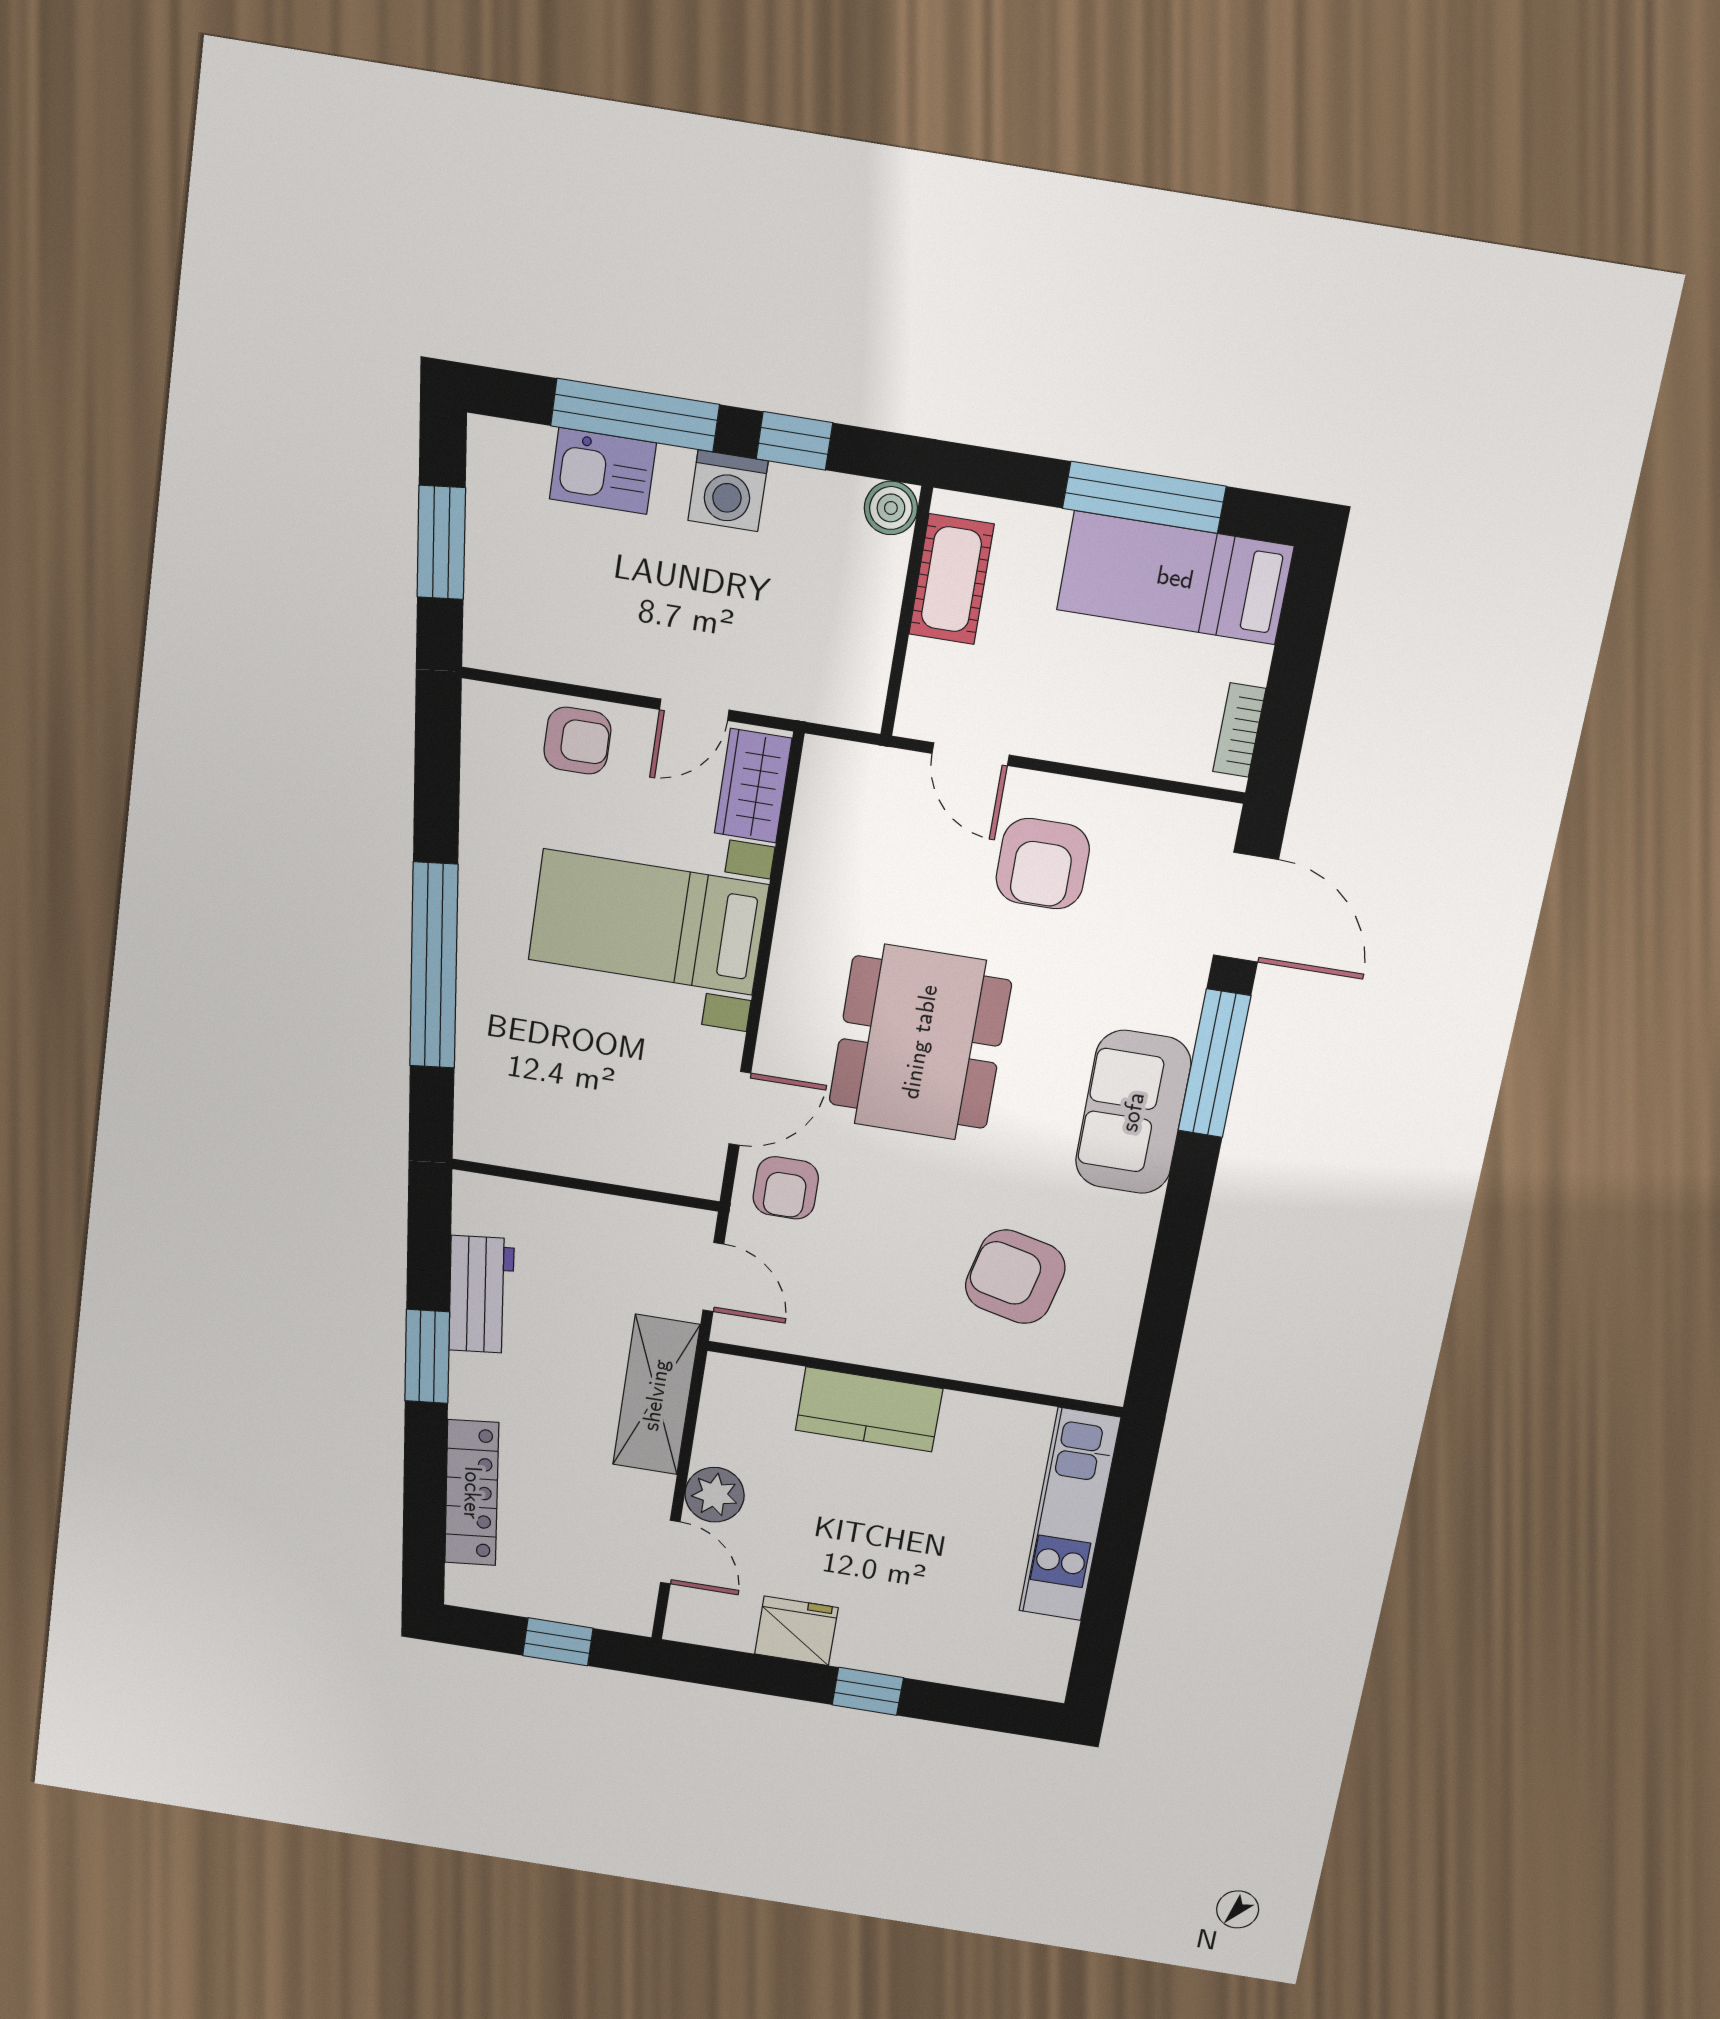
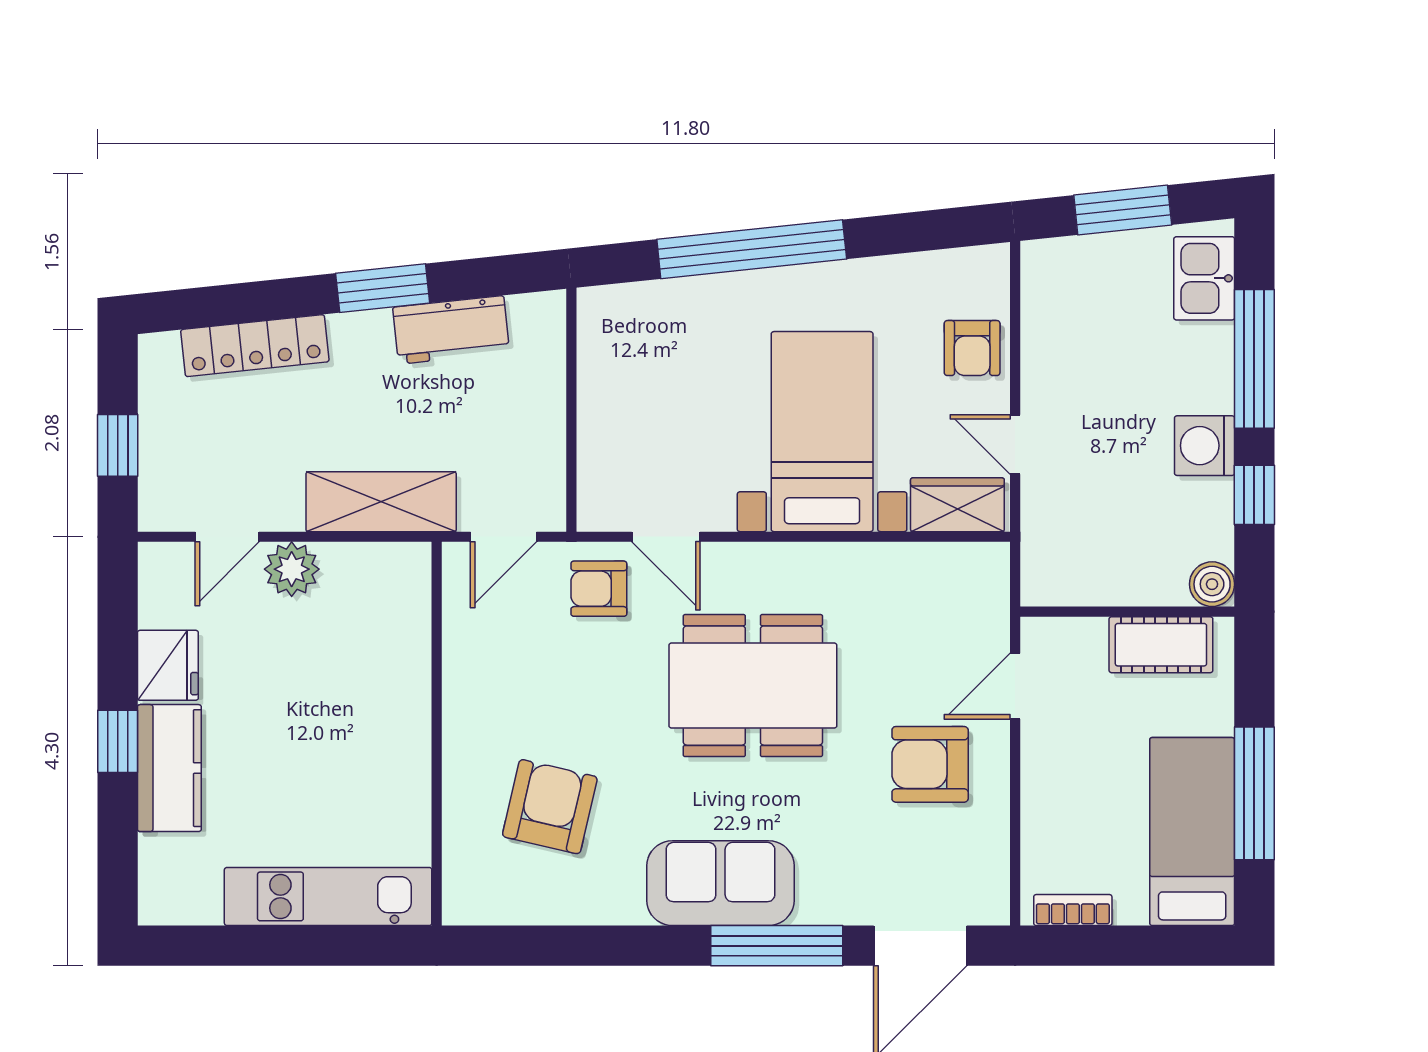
kitchen sink: (603, 471) -> (1204, 278), moved
kitchen counter: (869, 1409) -> (169, 768), moved, turned 180

